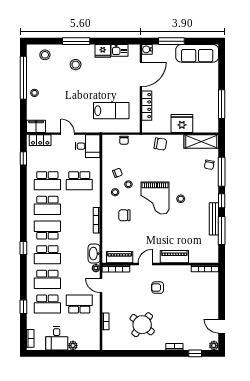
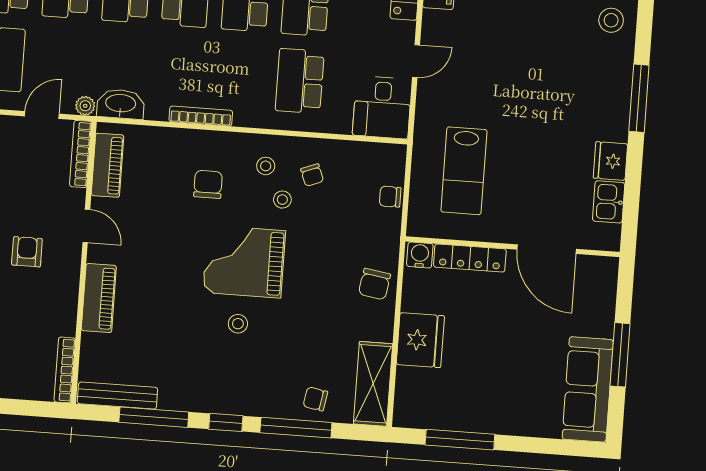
window: (171, 41) -> (620, 355), moved
water cooler: (147, 49) -> (420, 255), moved
stool: (76, 65) -> (582, 93), removed
bench: (214, 219) -> (117, 396), moved

